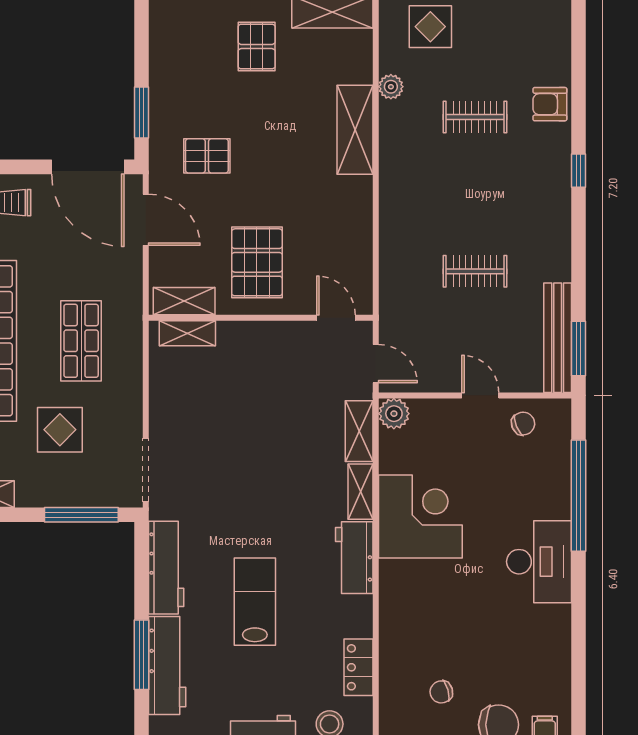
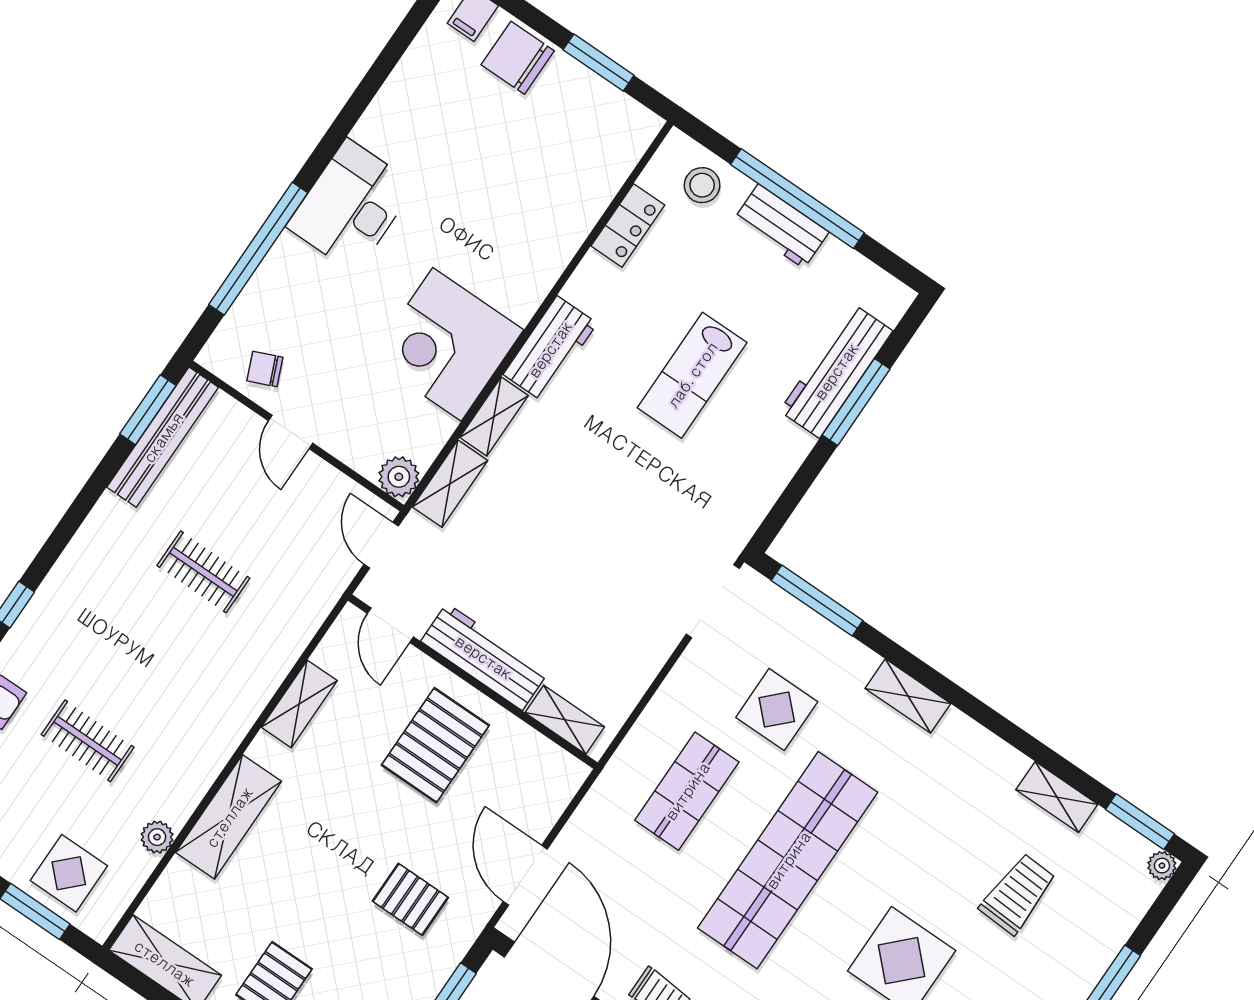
shelving: (184, 301) -> (299, 704), moved, turned 90
workbench: (166, 568) -> (484, 657), moved, turned 90
chair: (441, 692) -> (556, 137), removed

